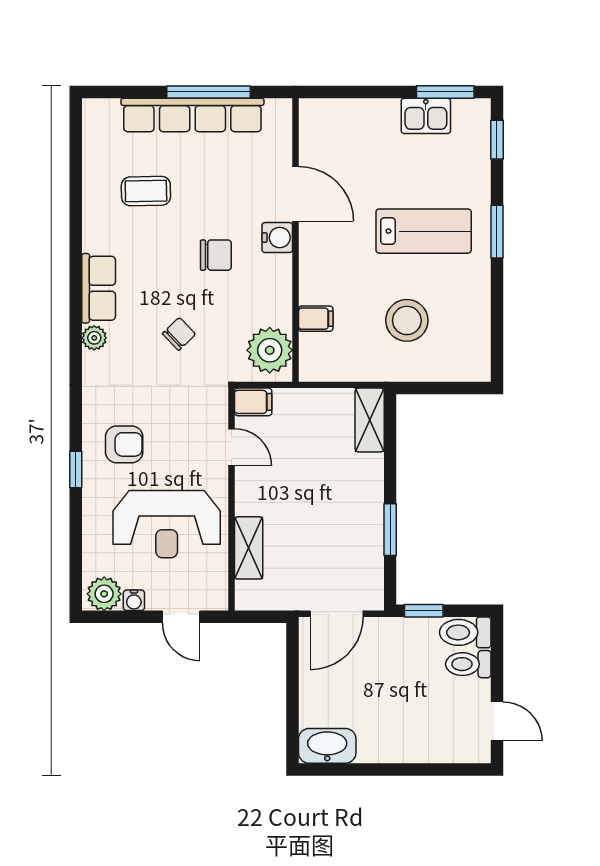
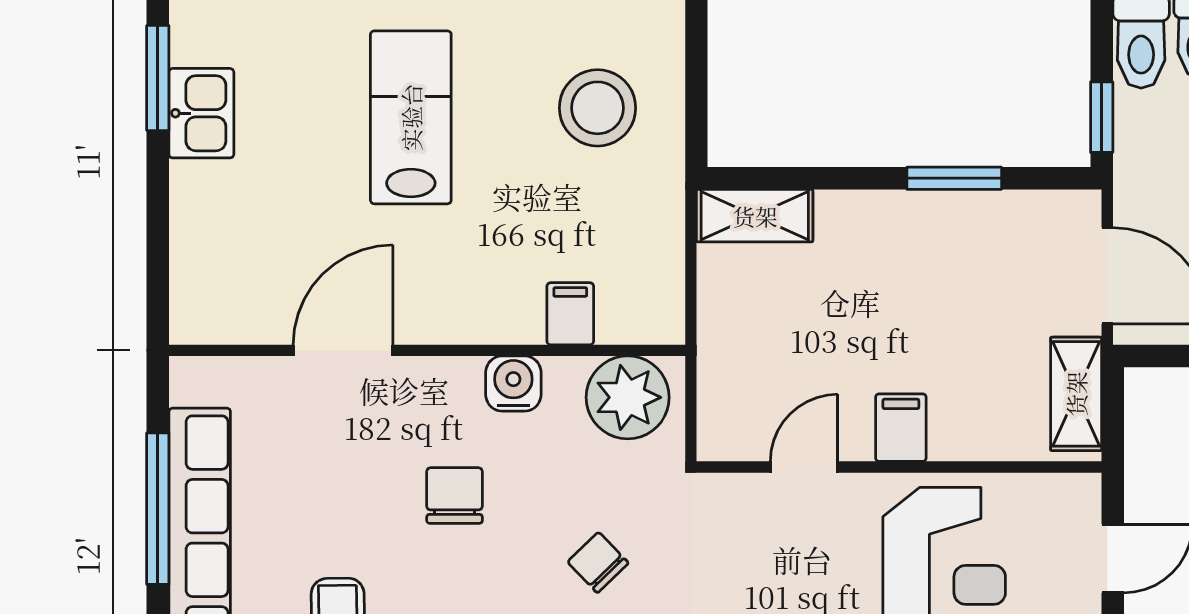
water cooler: (277, 238) -> (513, 384), moved
stool: (407, 320) -> (598, 108), moved
filing cabinet: (253, 402) -> (901, 428), moved
shelving: (249, 548) -> (1076, 394), moved, turned 90

